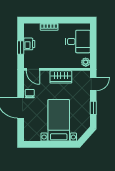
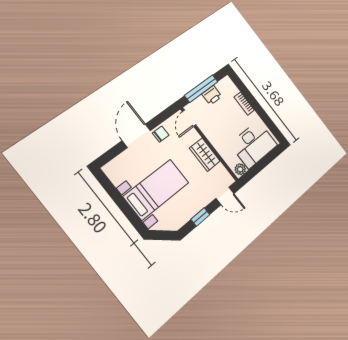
desk: (78, 41) -> (254, 144), width x1.37
window: (21, 47) -> (201, 89), width x2.17

